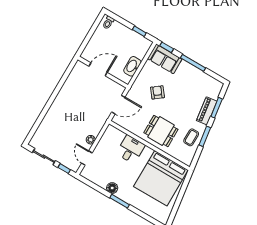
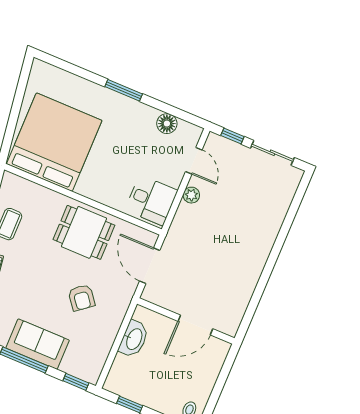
sofa: (165, 59) -> (38, 344), moved
door: (118, 105) -> (150, 266), hinge flipped
dining table: (161, 131) -> (84, 232), moved
desk: (131, 149) -> (151, 200), moved, turned -90
floor lamp: (112, 188) -> (167, 124), moved

